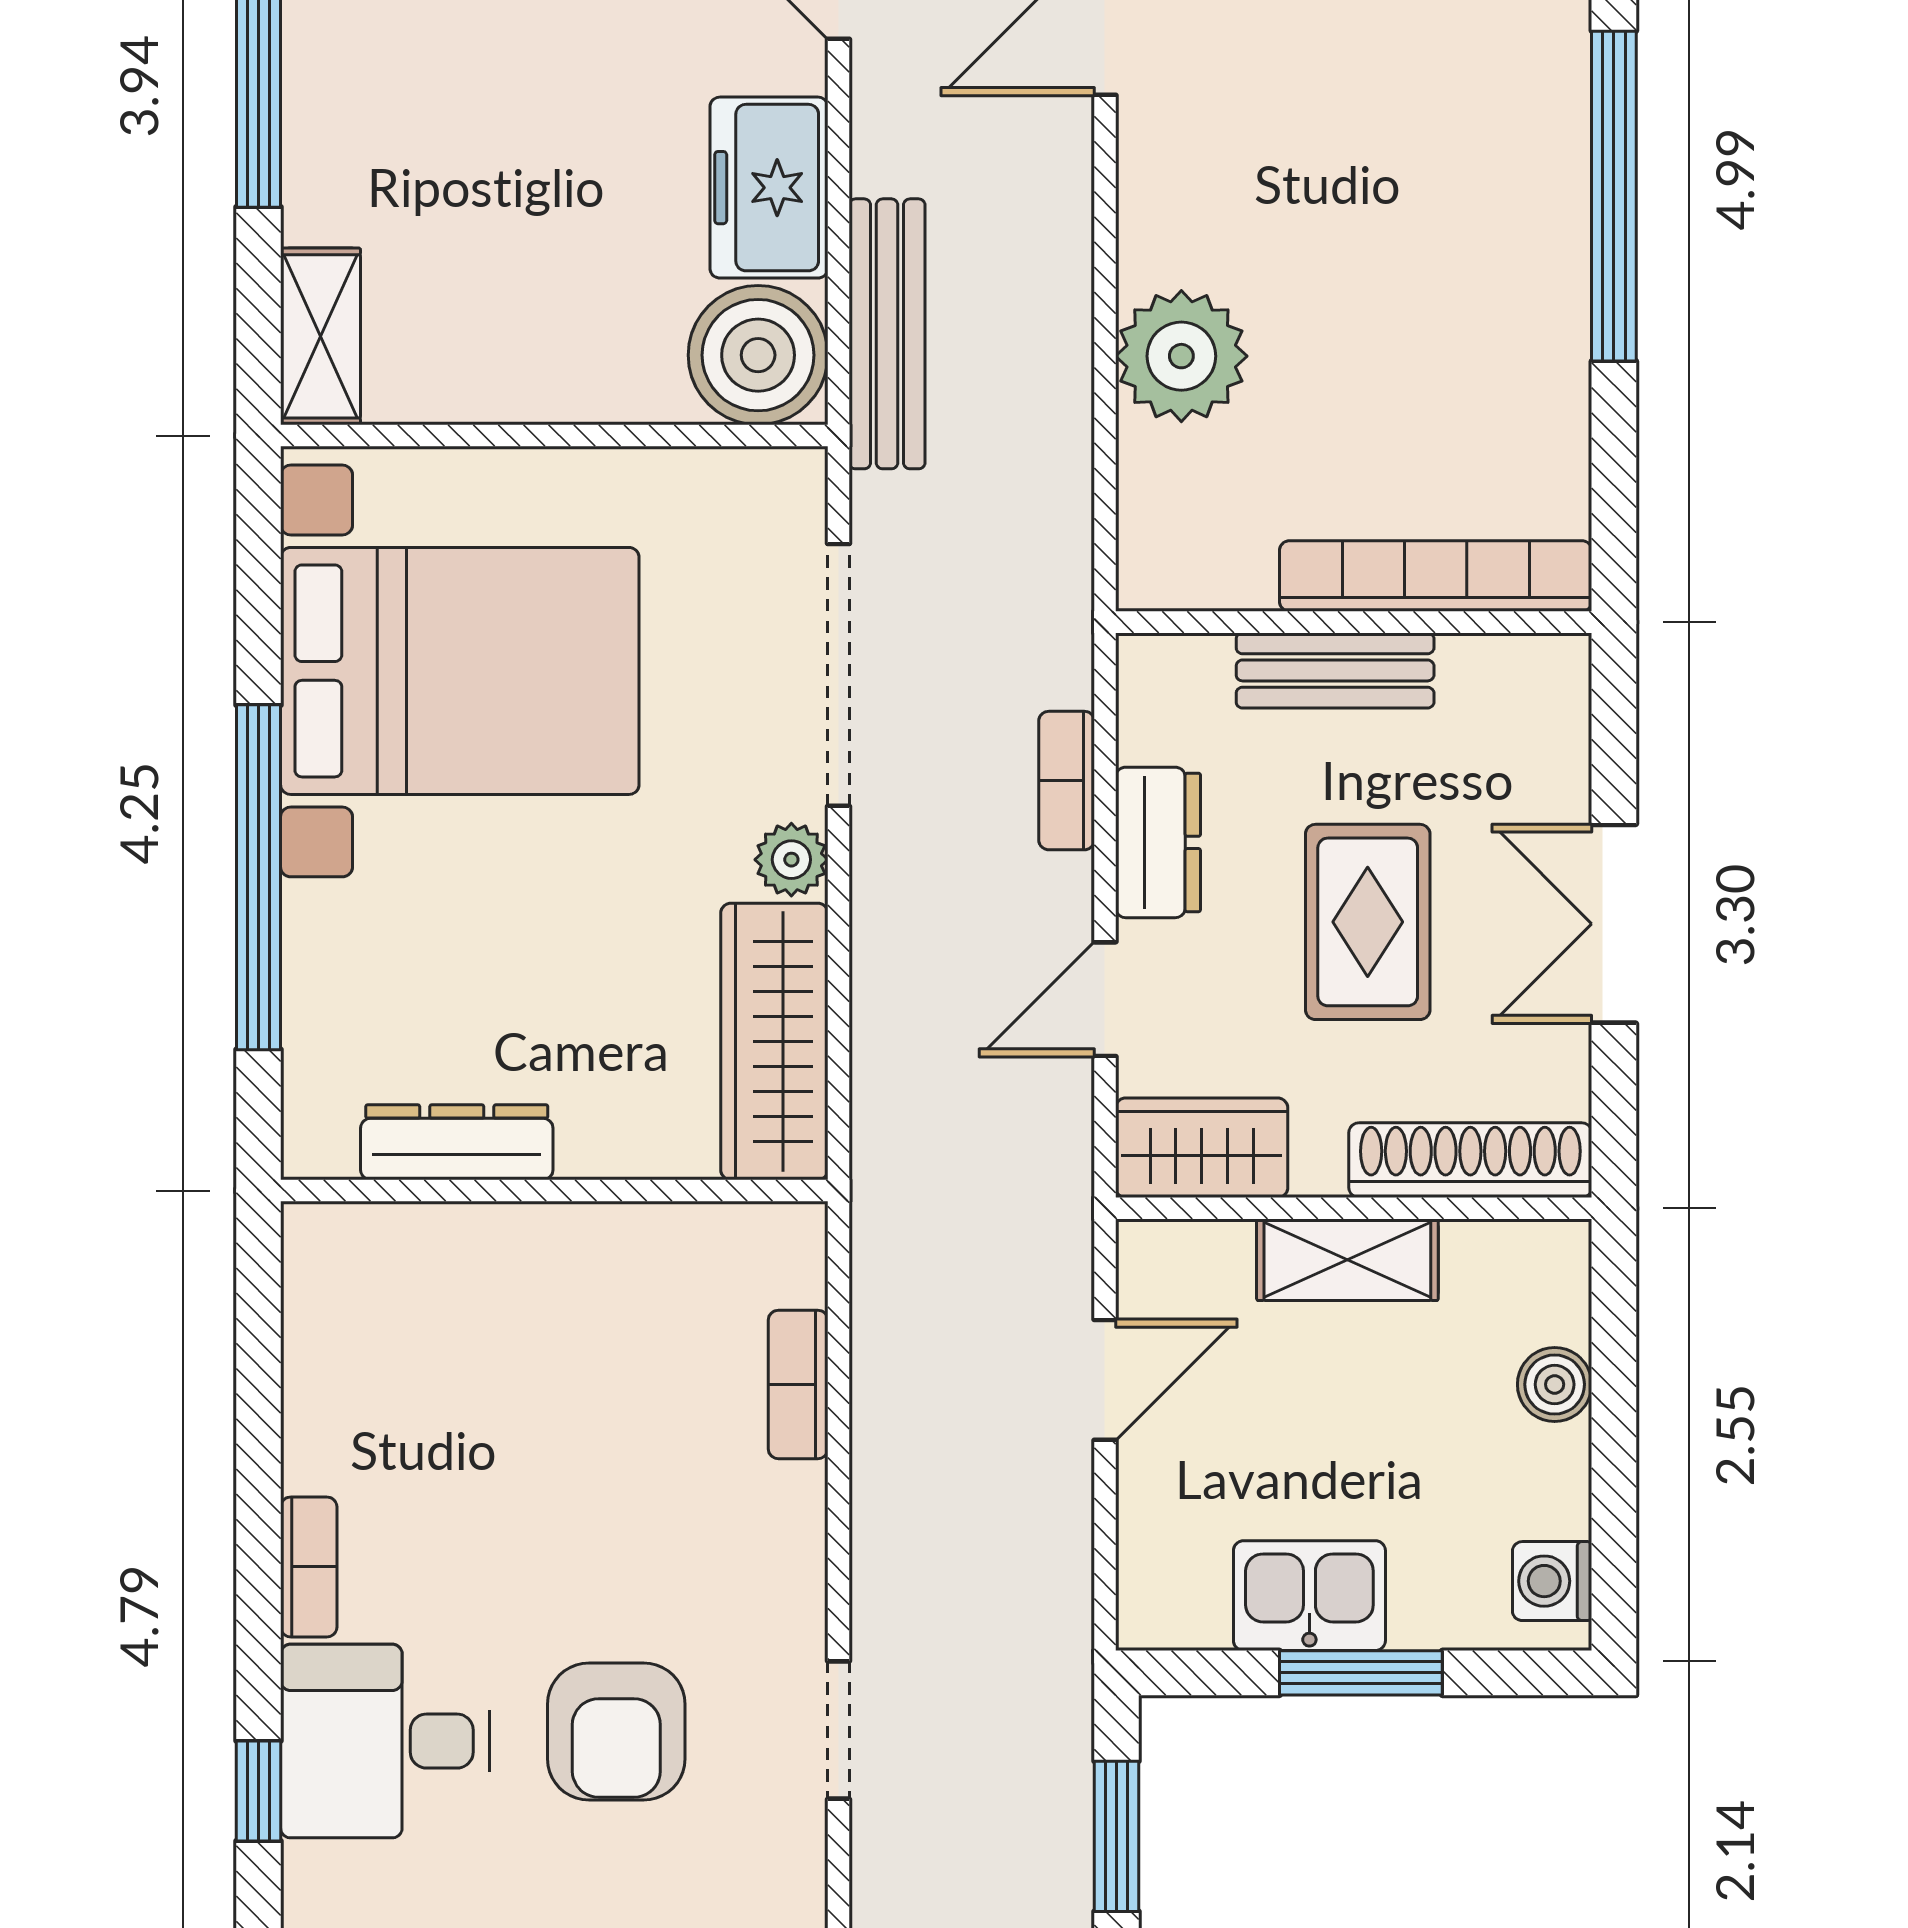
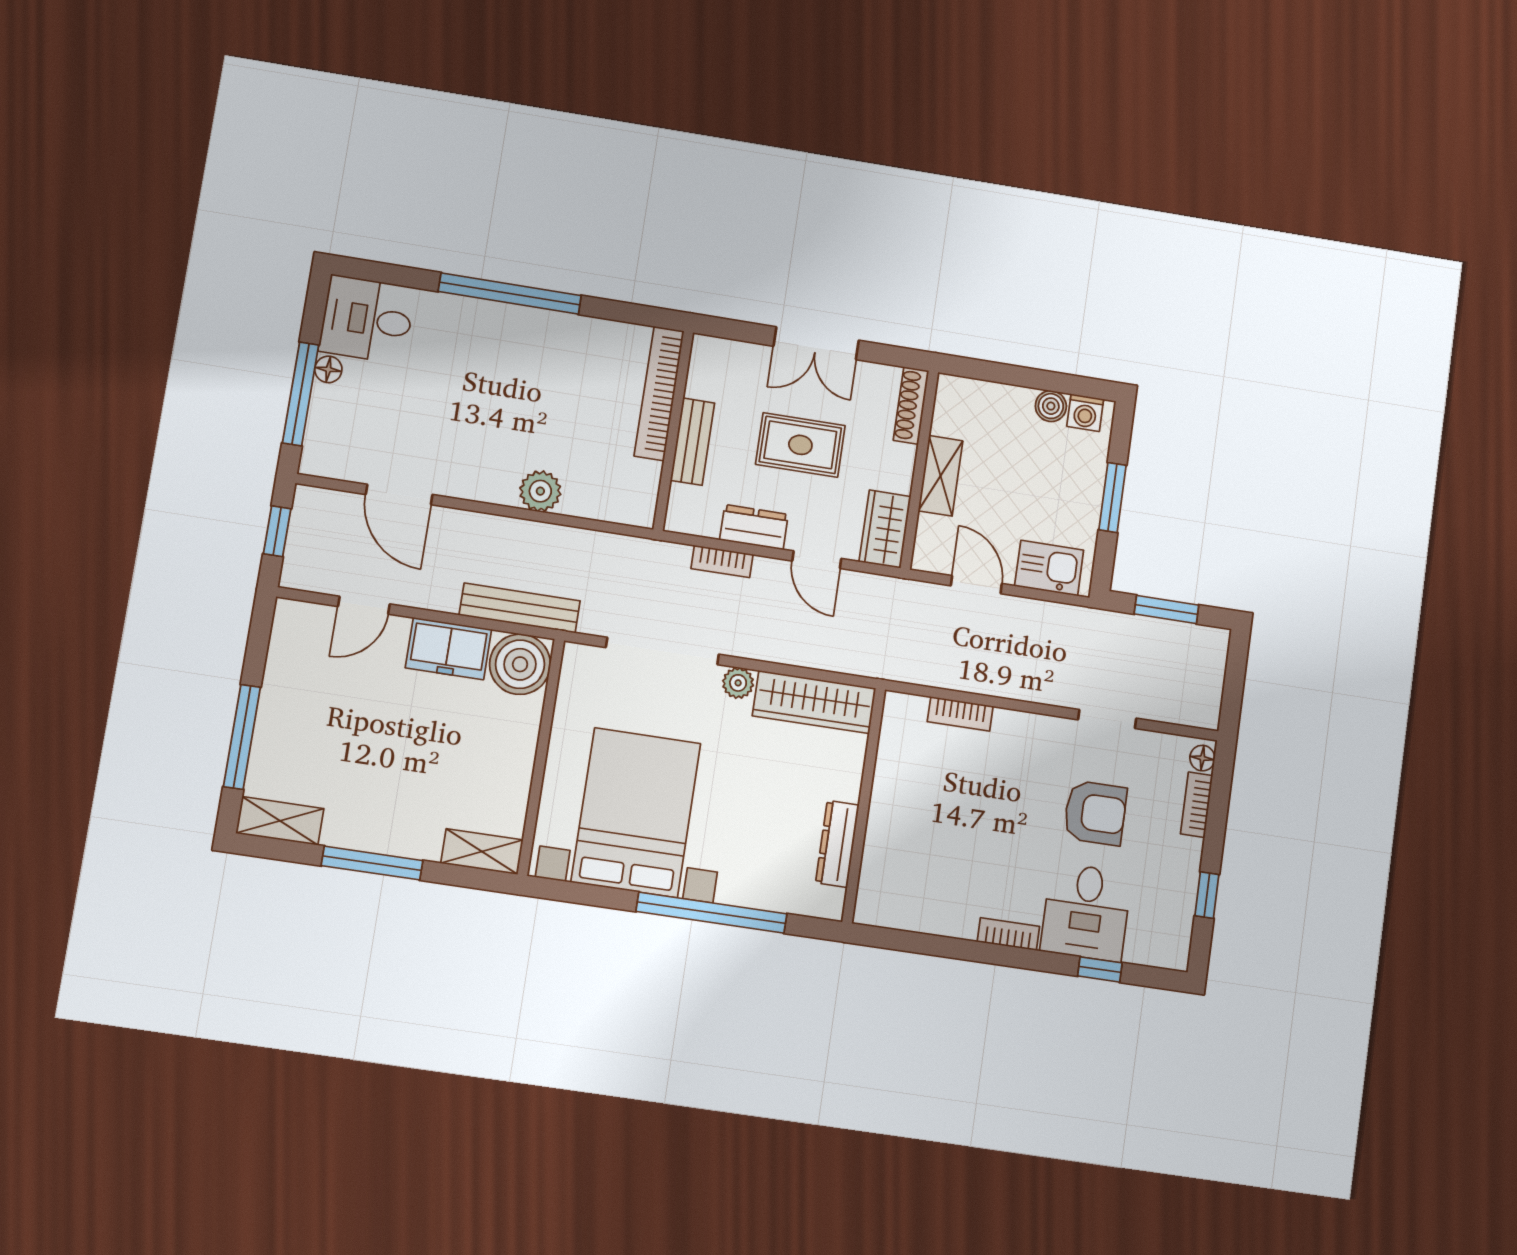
plant: (1181, 356) -> (540, 491), width x0.73, depth x0.73
shoe rack: (1470, 1160) -> (911, 406), width x0.74, depth x0.81
boiler: (1555, 1384) -> (1051, 406), moved
kitchen sink: (1309, 1596) -> (1049, 568), moved, turned 90

